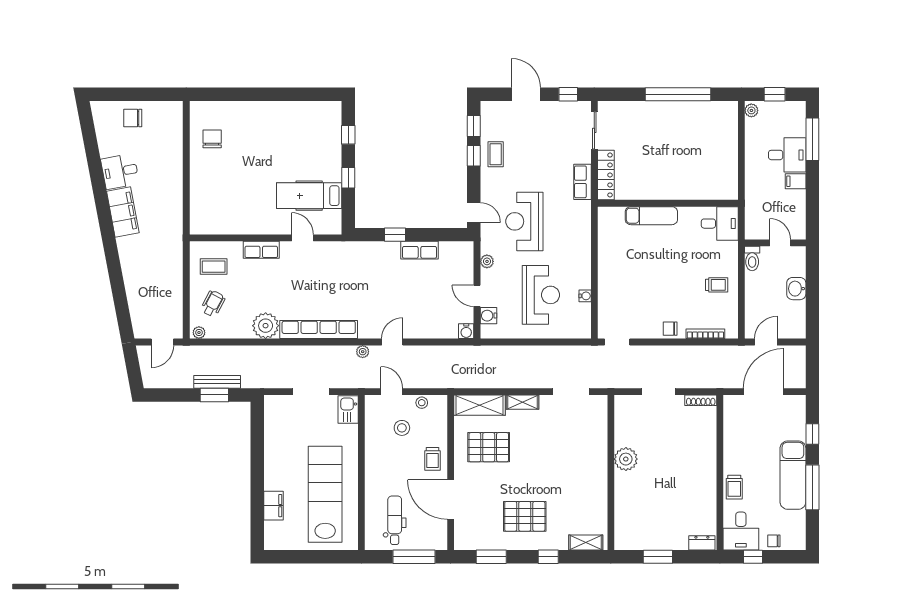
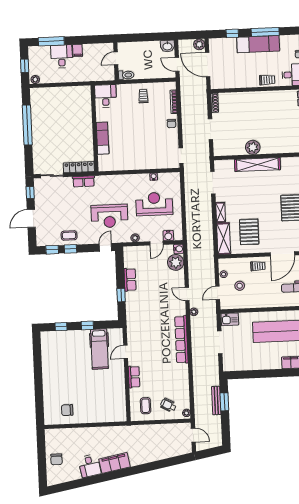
washbasin: (796, 289) -> (167, 46), moved
plant: (266, 326) -> (176, 262), moved
plant: (797, 379) -> (199, 44), added
shelving: (597, 466) -> (258, 165), added

